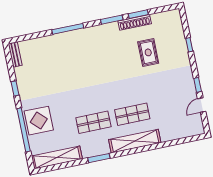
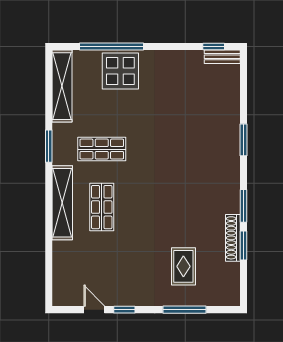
window: (68, 29) -> (244, 140), width x0.69
window: (189, 45) -> (184, 310), width x2.17
rug: (148, 52) -> (183, 266), moved, turned 90
window: (15, 88) -> (214, 46), moved
shop shelf: (93, 122) -> (102, 149), turned 90

